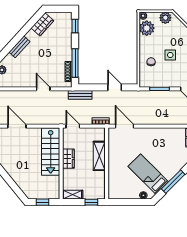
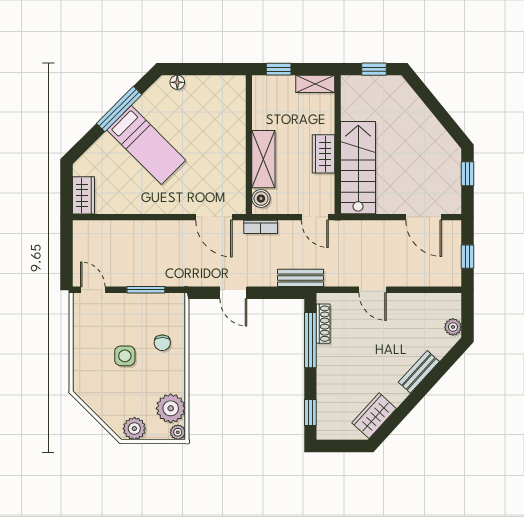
boiler: (100, 136) -> (261, 199), added
bed: (148, 174) -> (146, 145), moved

